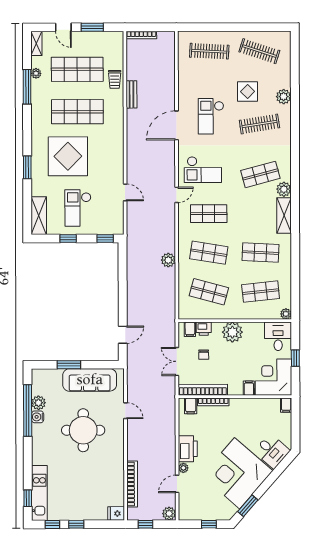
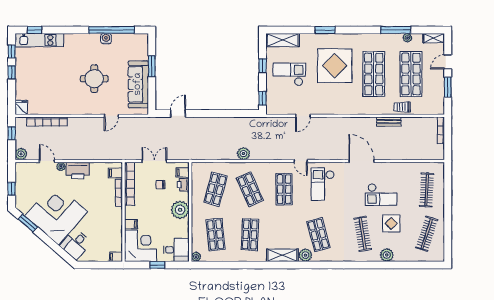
checkout: (211, 116) -> (381, 195), moved, turned 180
shop shelf: (209, 253) -> (250, 189), turned -33
door: (123, 335) -> (178, 114), swing flipped
plant: (38, 403) -> (118, 40), removed
round table: (83, 430) -> (94, 79), width x0.73, depth x0.73

